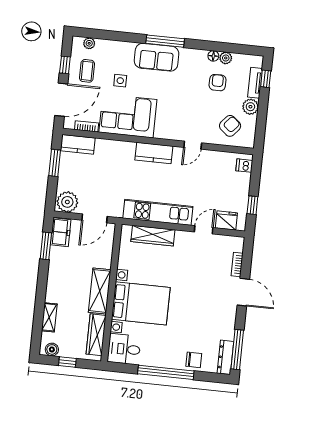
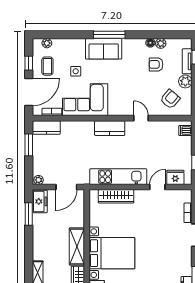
armchair: (218, 83) -> (156, 64), turned -90
door: (193, 145) -> (141, 118), swing flipped
plant: (67, 202) -> (39, 180), width x0.53, depth x0.53

